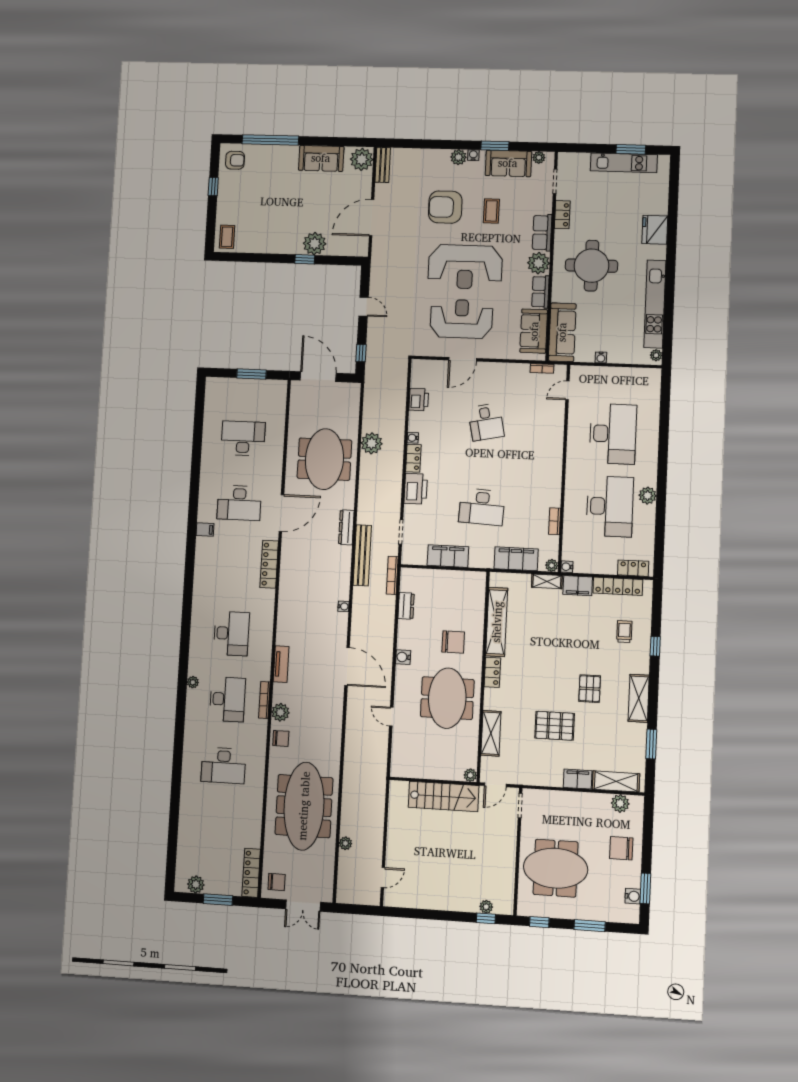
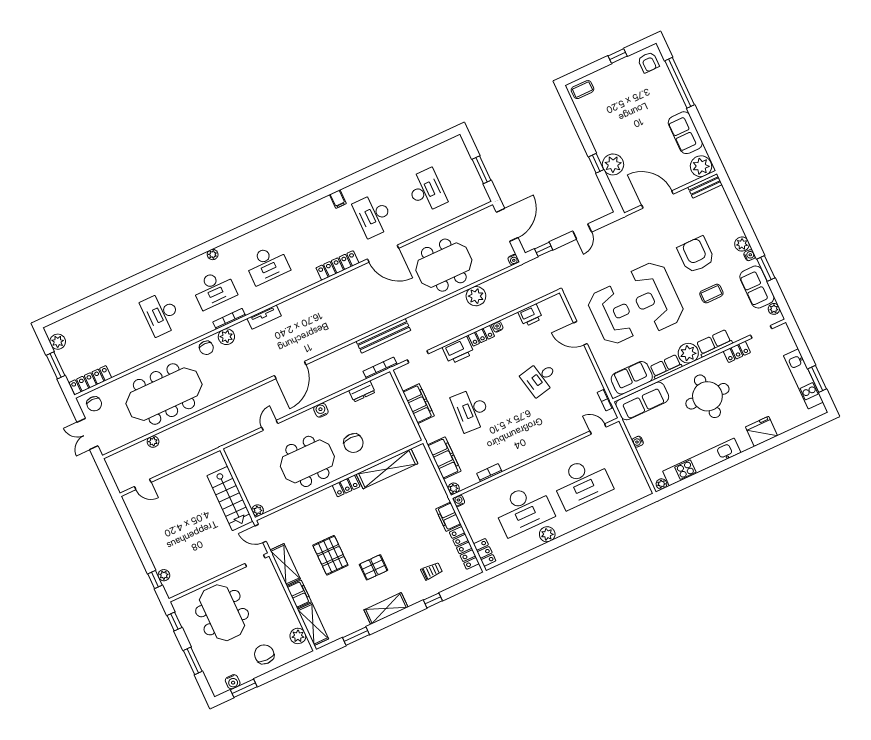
dresser: (346, 527) -> (399, 311), removed
shelving: (547, 581) -> (439, 491), removed
water cooler: (343, 606) -> (513, 260), moved
shelving: (491, 733) -> (285, 565), moved, turned 90

